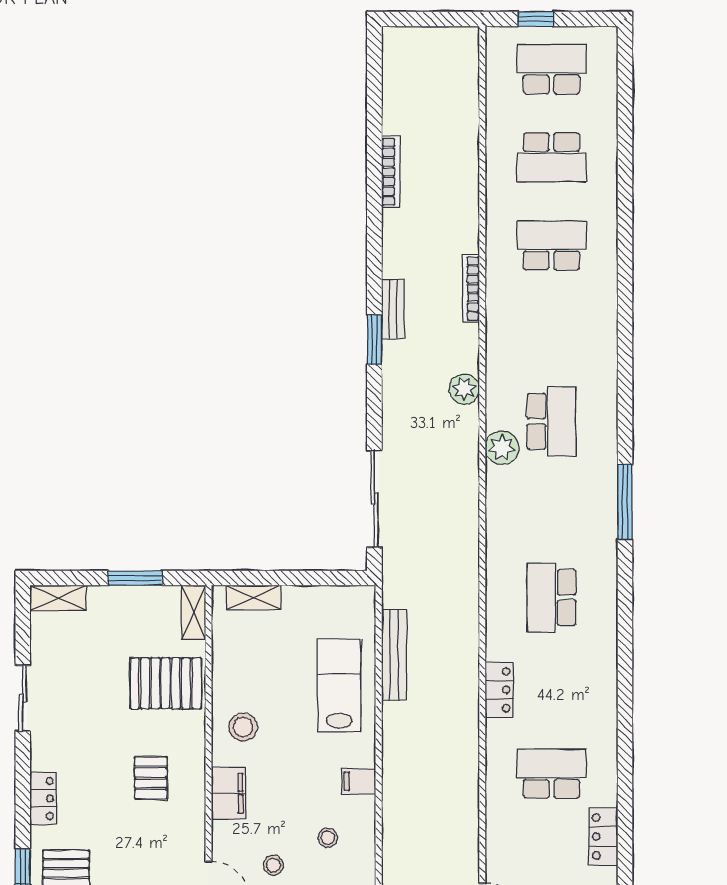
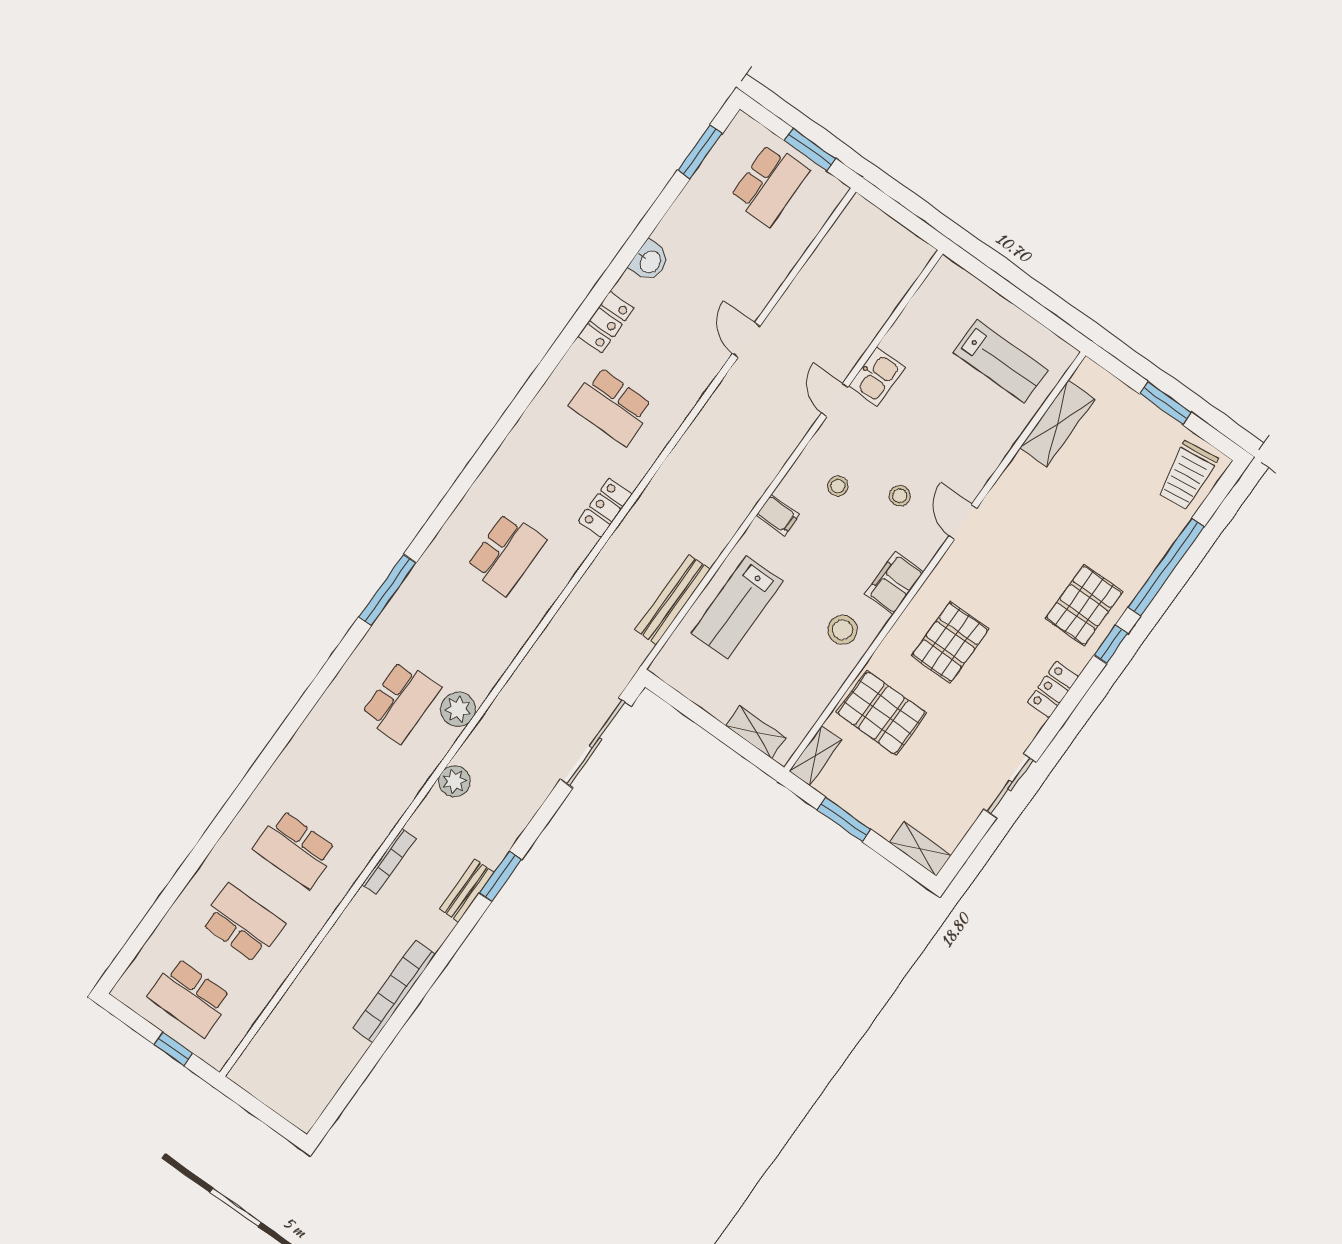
bookcase: (391, 172) -> (394, 991), width x1.48, depth x1.31
school desk: (552, 421) -> (401, 702), turned 180
pallet: (151, 778) -> (950, 642), width x1.50, depth x1.42

